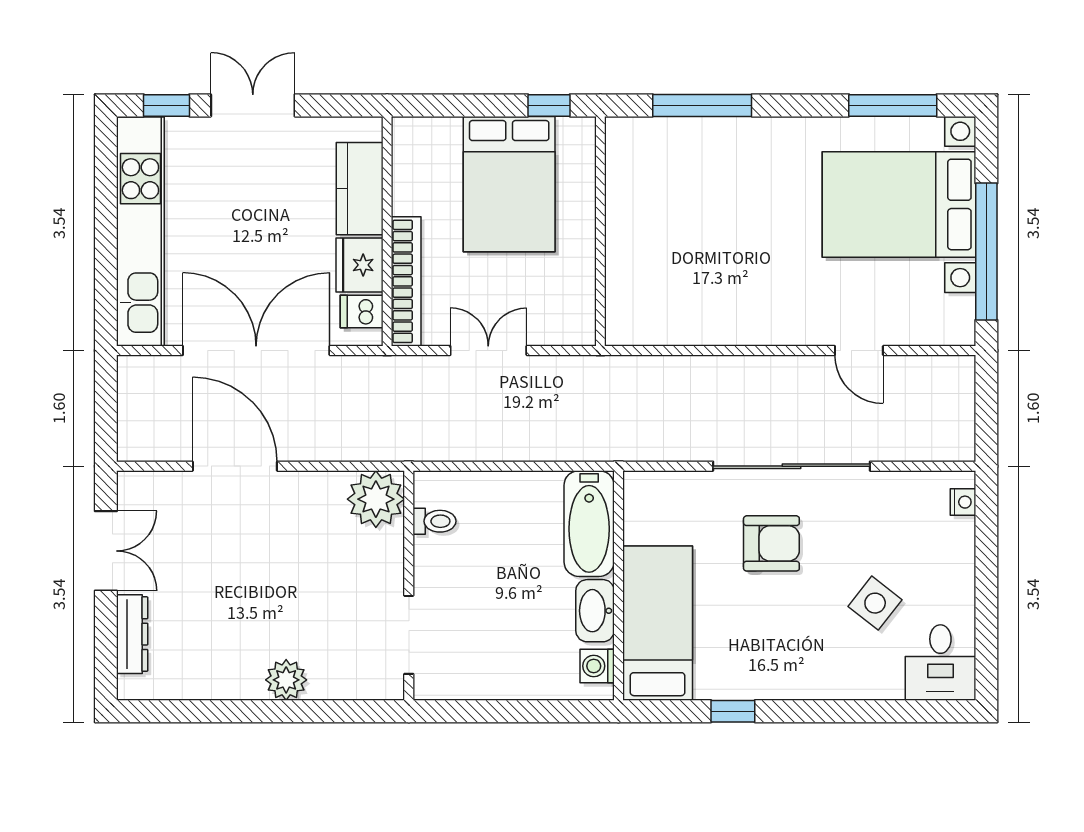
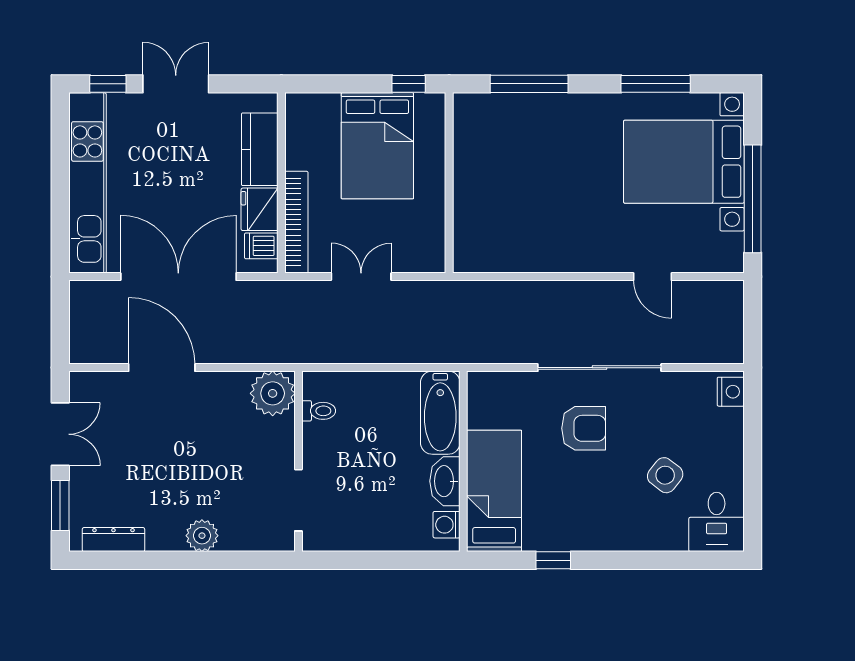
window: (893, 105) -> (656, 84), moved
nightstand: (963, 502) -> (731, 392), width x1.39, depth x1.35
dresser: (132, 634) -> (113, 540), moved, turned -90
window: (106, 642) -> (60, 505), added

